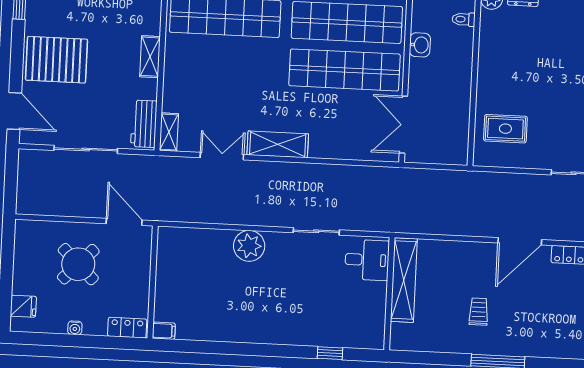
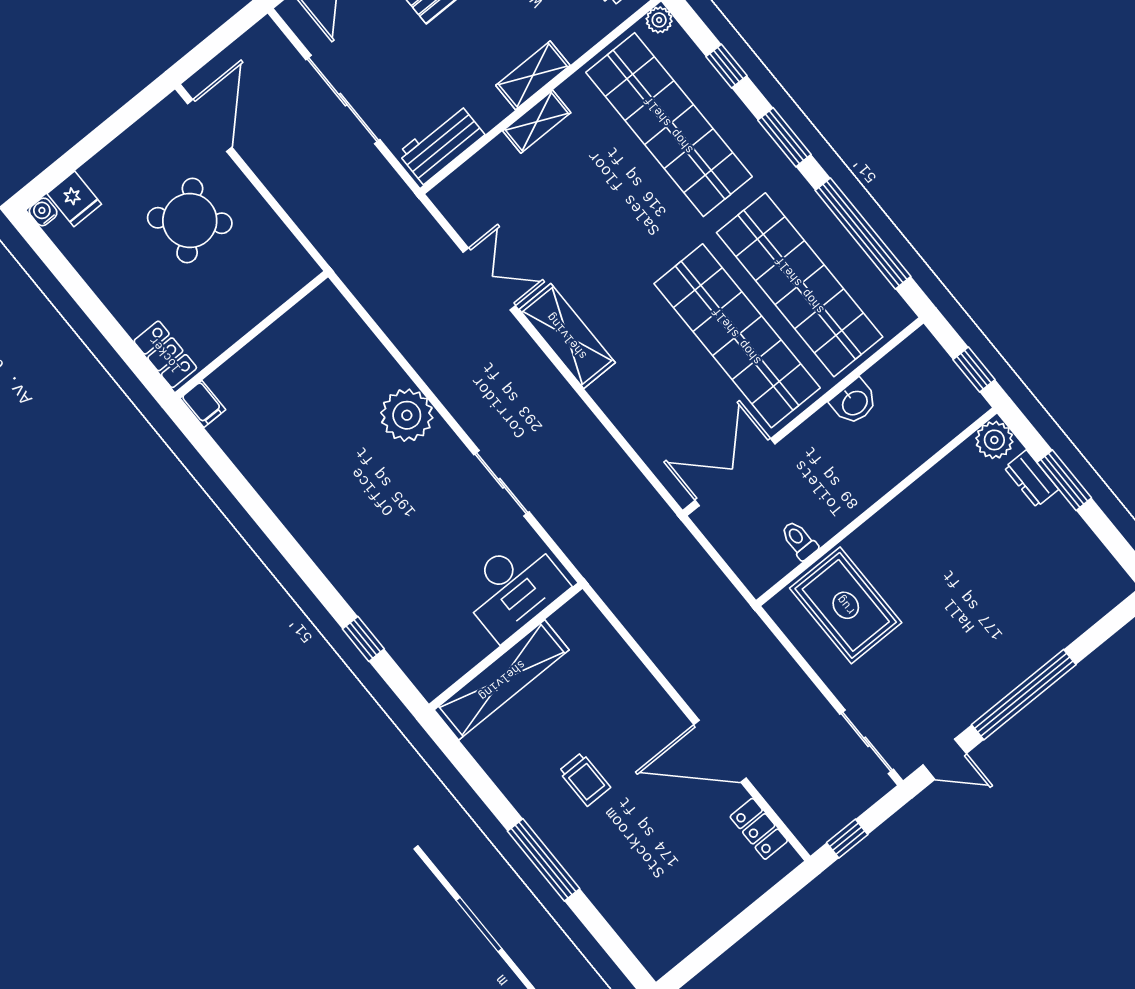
toilet: (464, 19) -> (799, 540), moved
rug: (505, 129) -> (846, 605), width x1.36, depth x1.43
shelving: (169, 132) -> (537, 122), moved
door: (124, 222) -> (210, 125), moved
desk: (367, 260) -> (513, 588), width x1.37
shelving: (404, 280) -> (502, 680), moved
trolley: (479, 312) -> (585, 779), turned 90
water cooler: (75, 328) -> (43, 212), moved, turned 90

